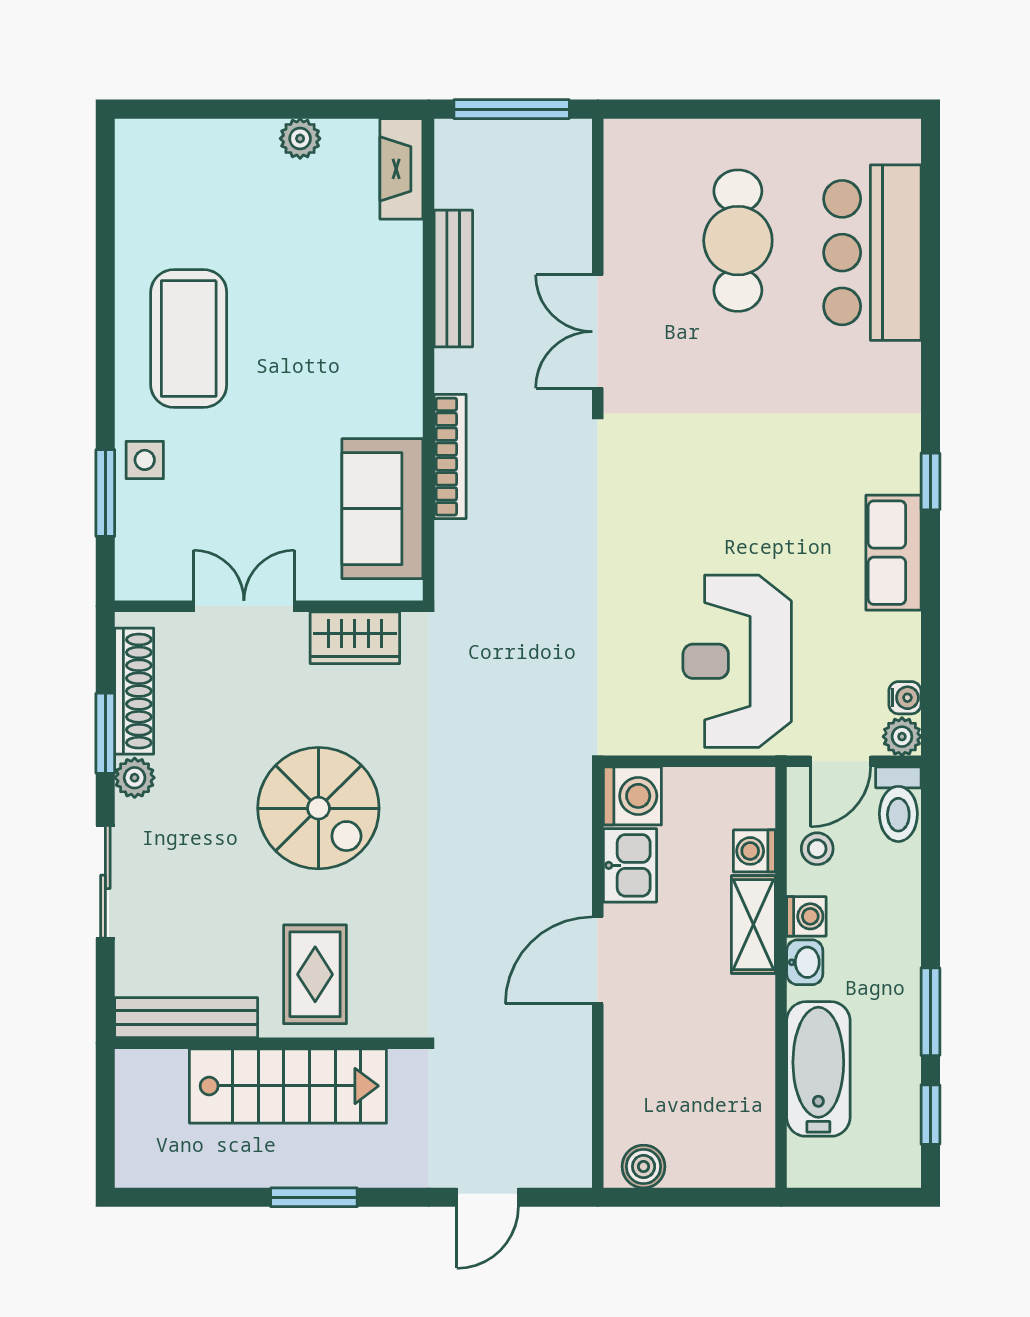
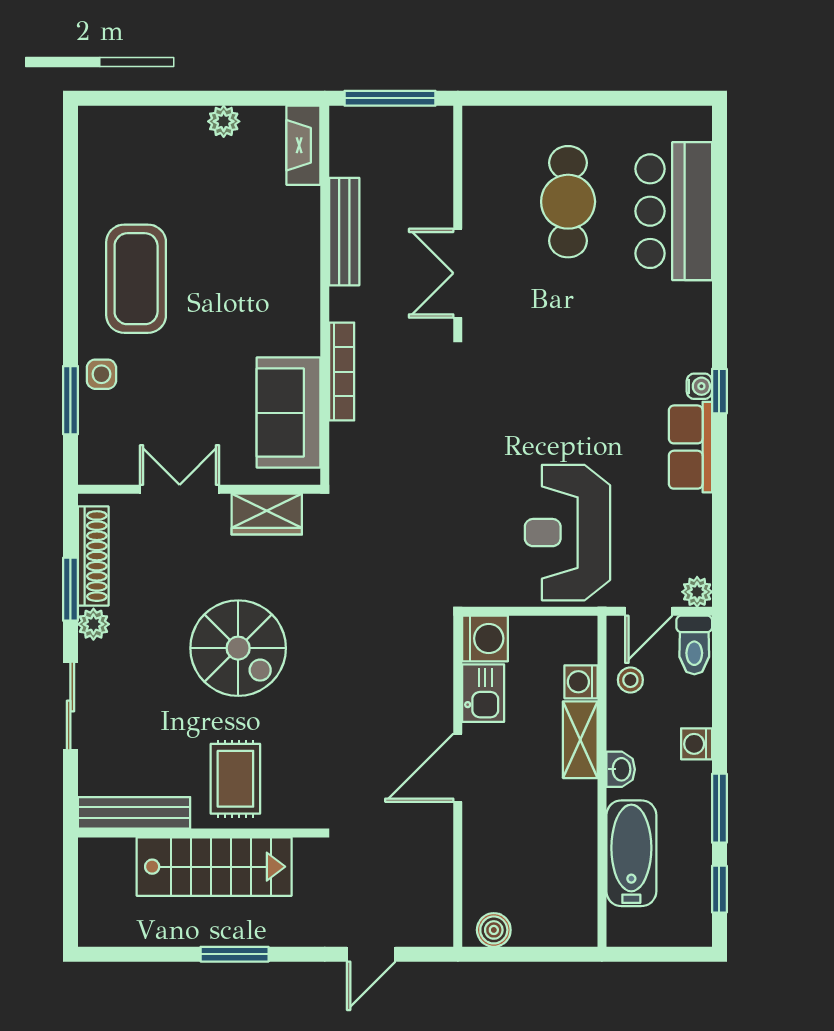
water cooler: (905, 698) -> (699, 386), moved
washing machine: (806, 916) -> (697, 744), moved, turned 180

